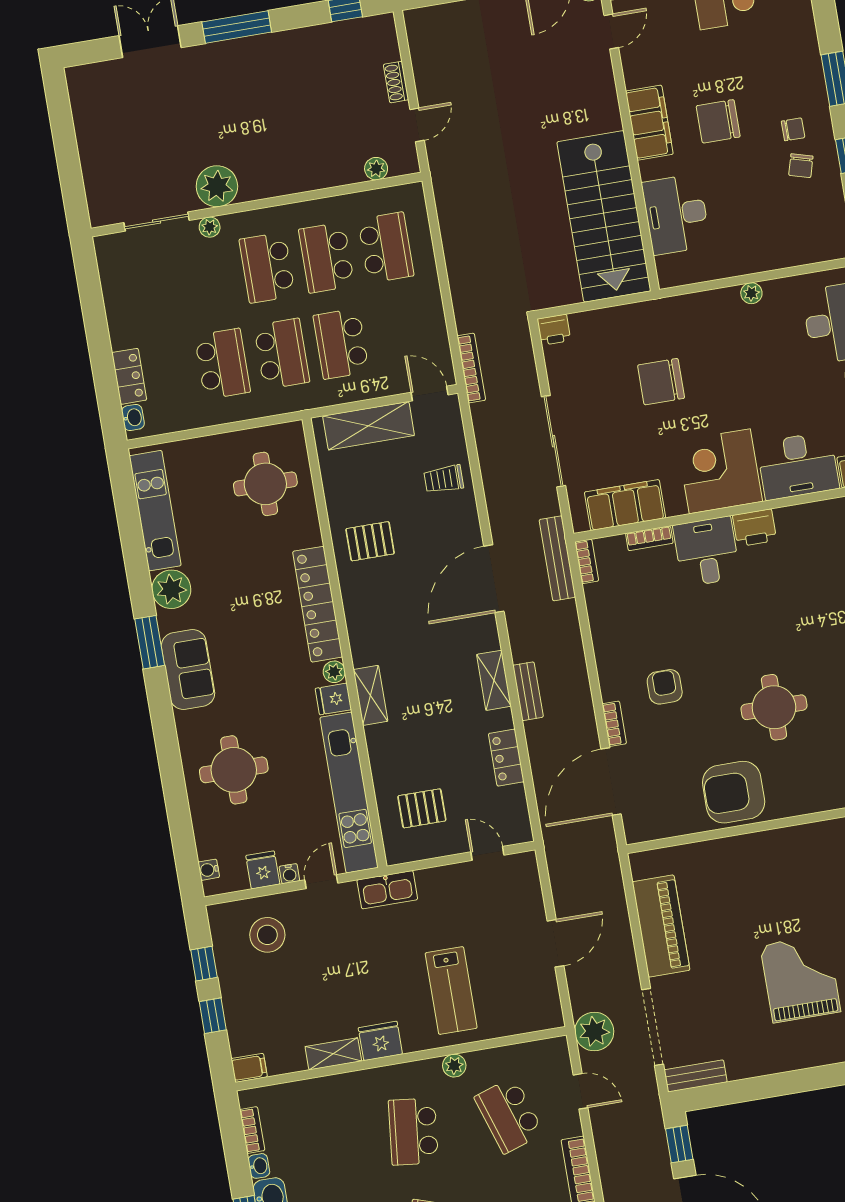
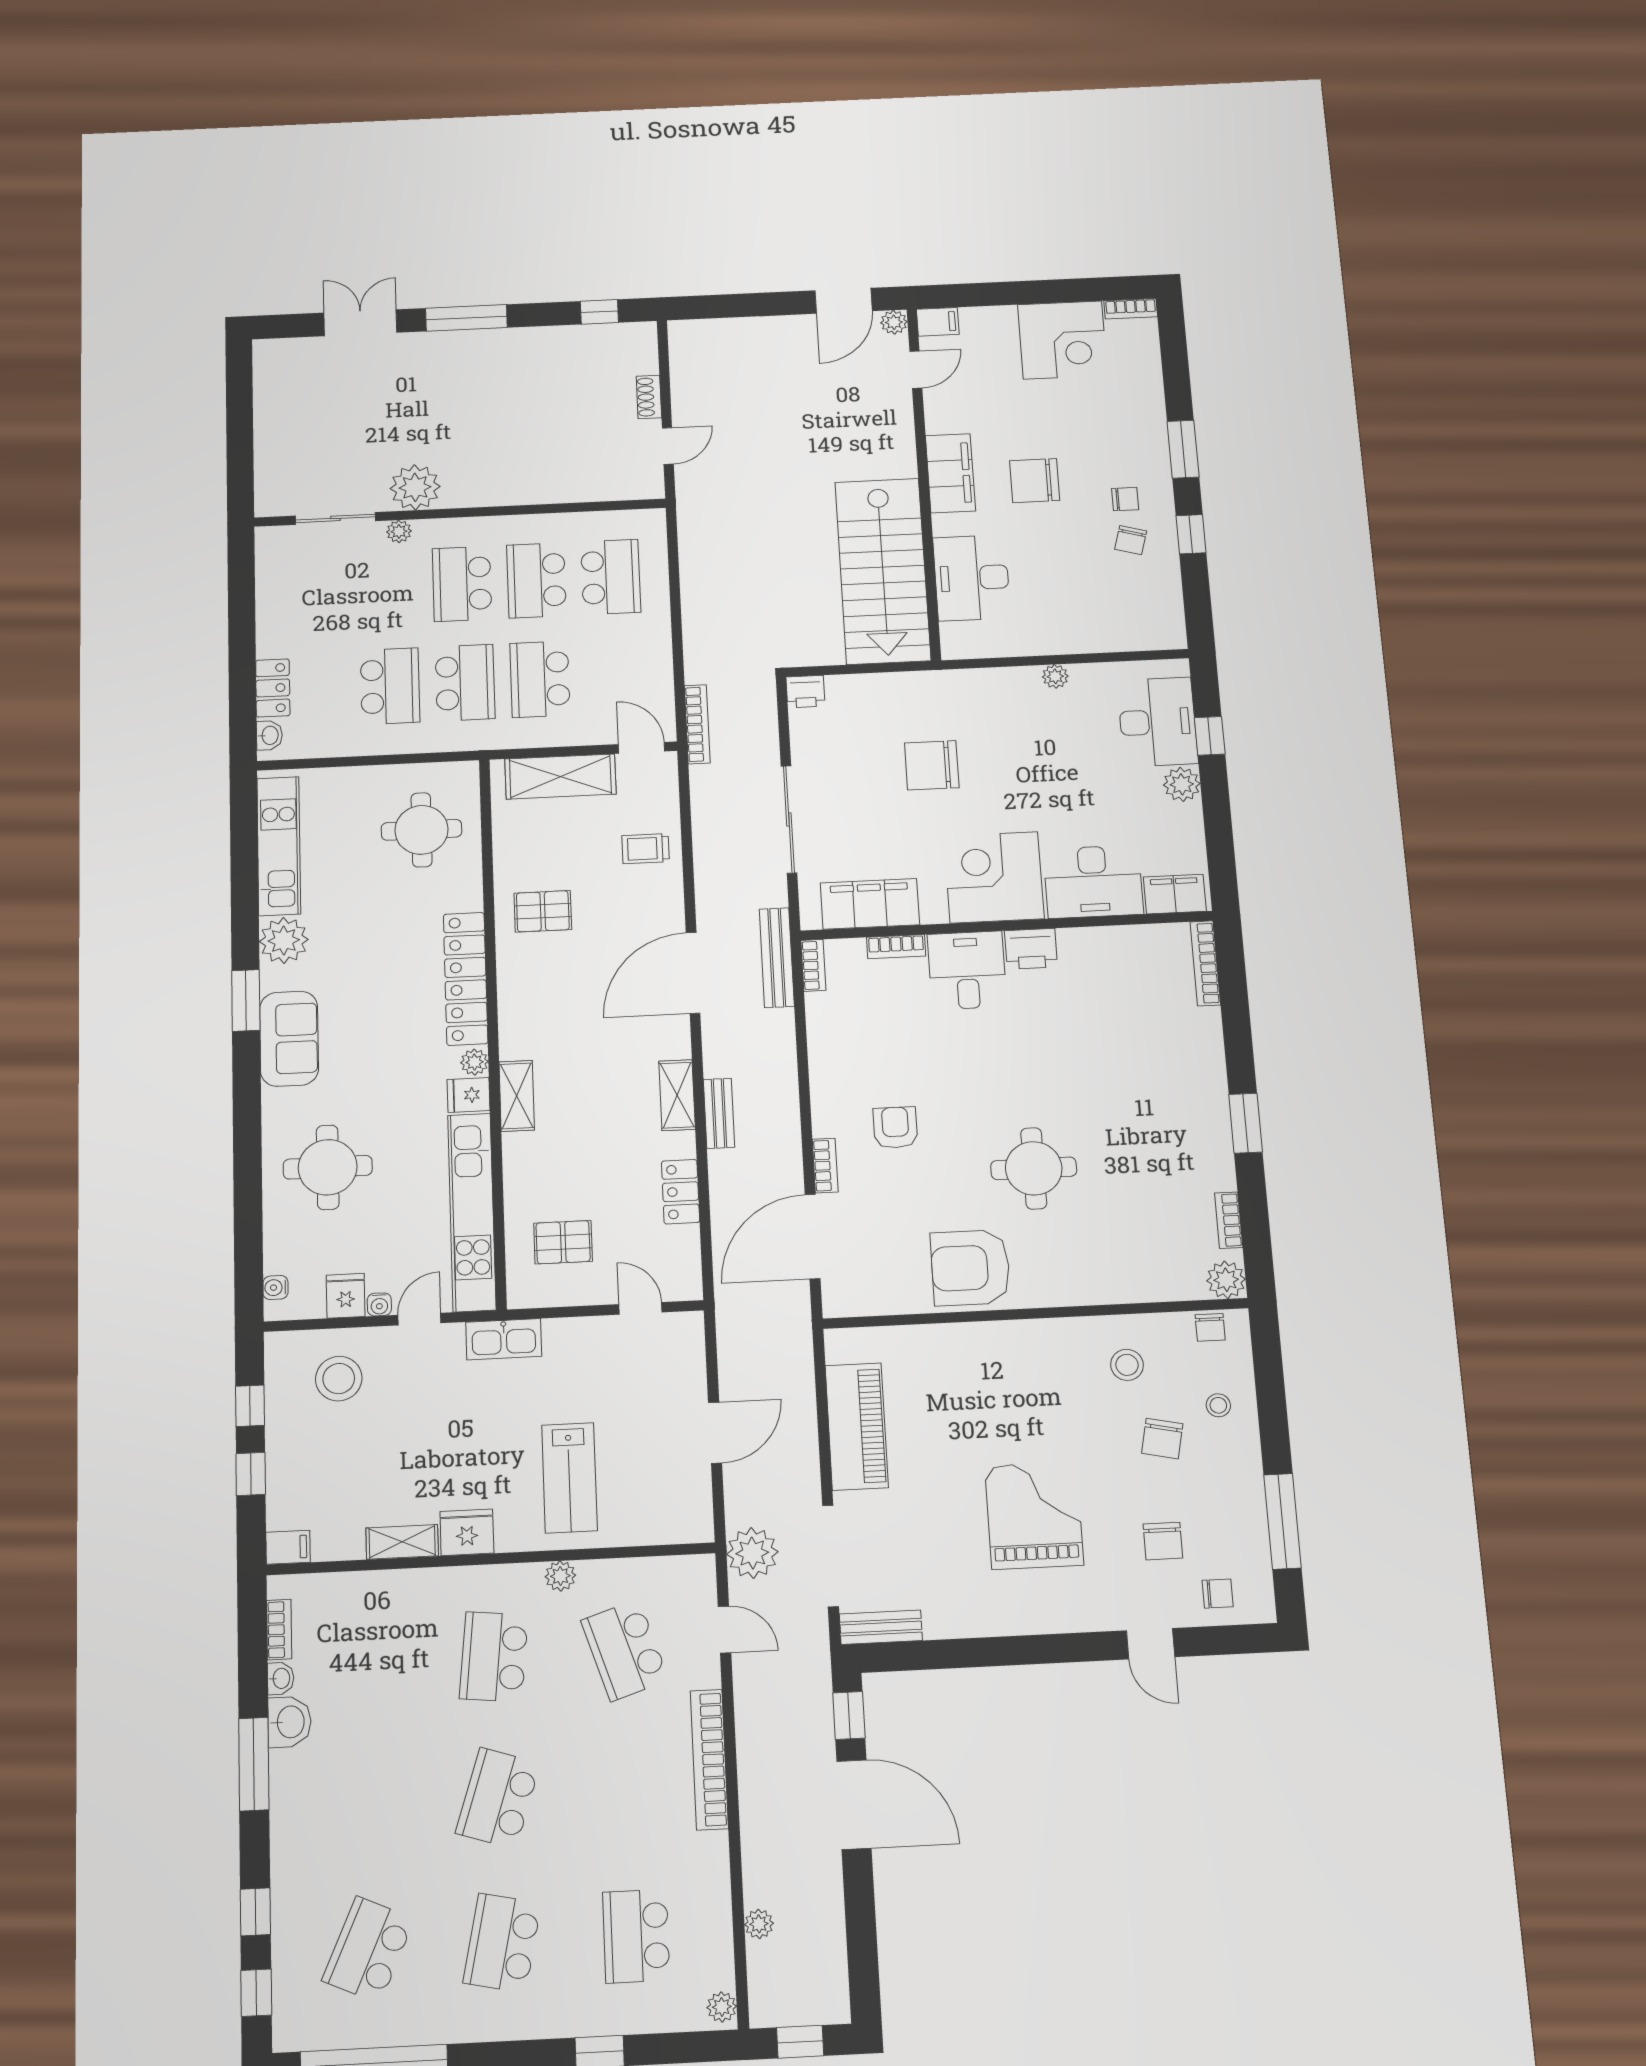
plant: (376, 169) -> (611, 489), removed

